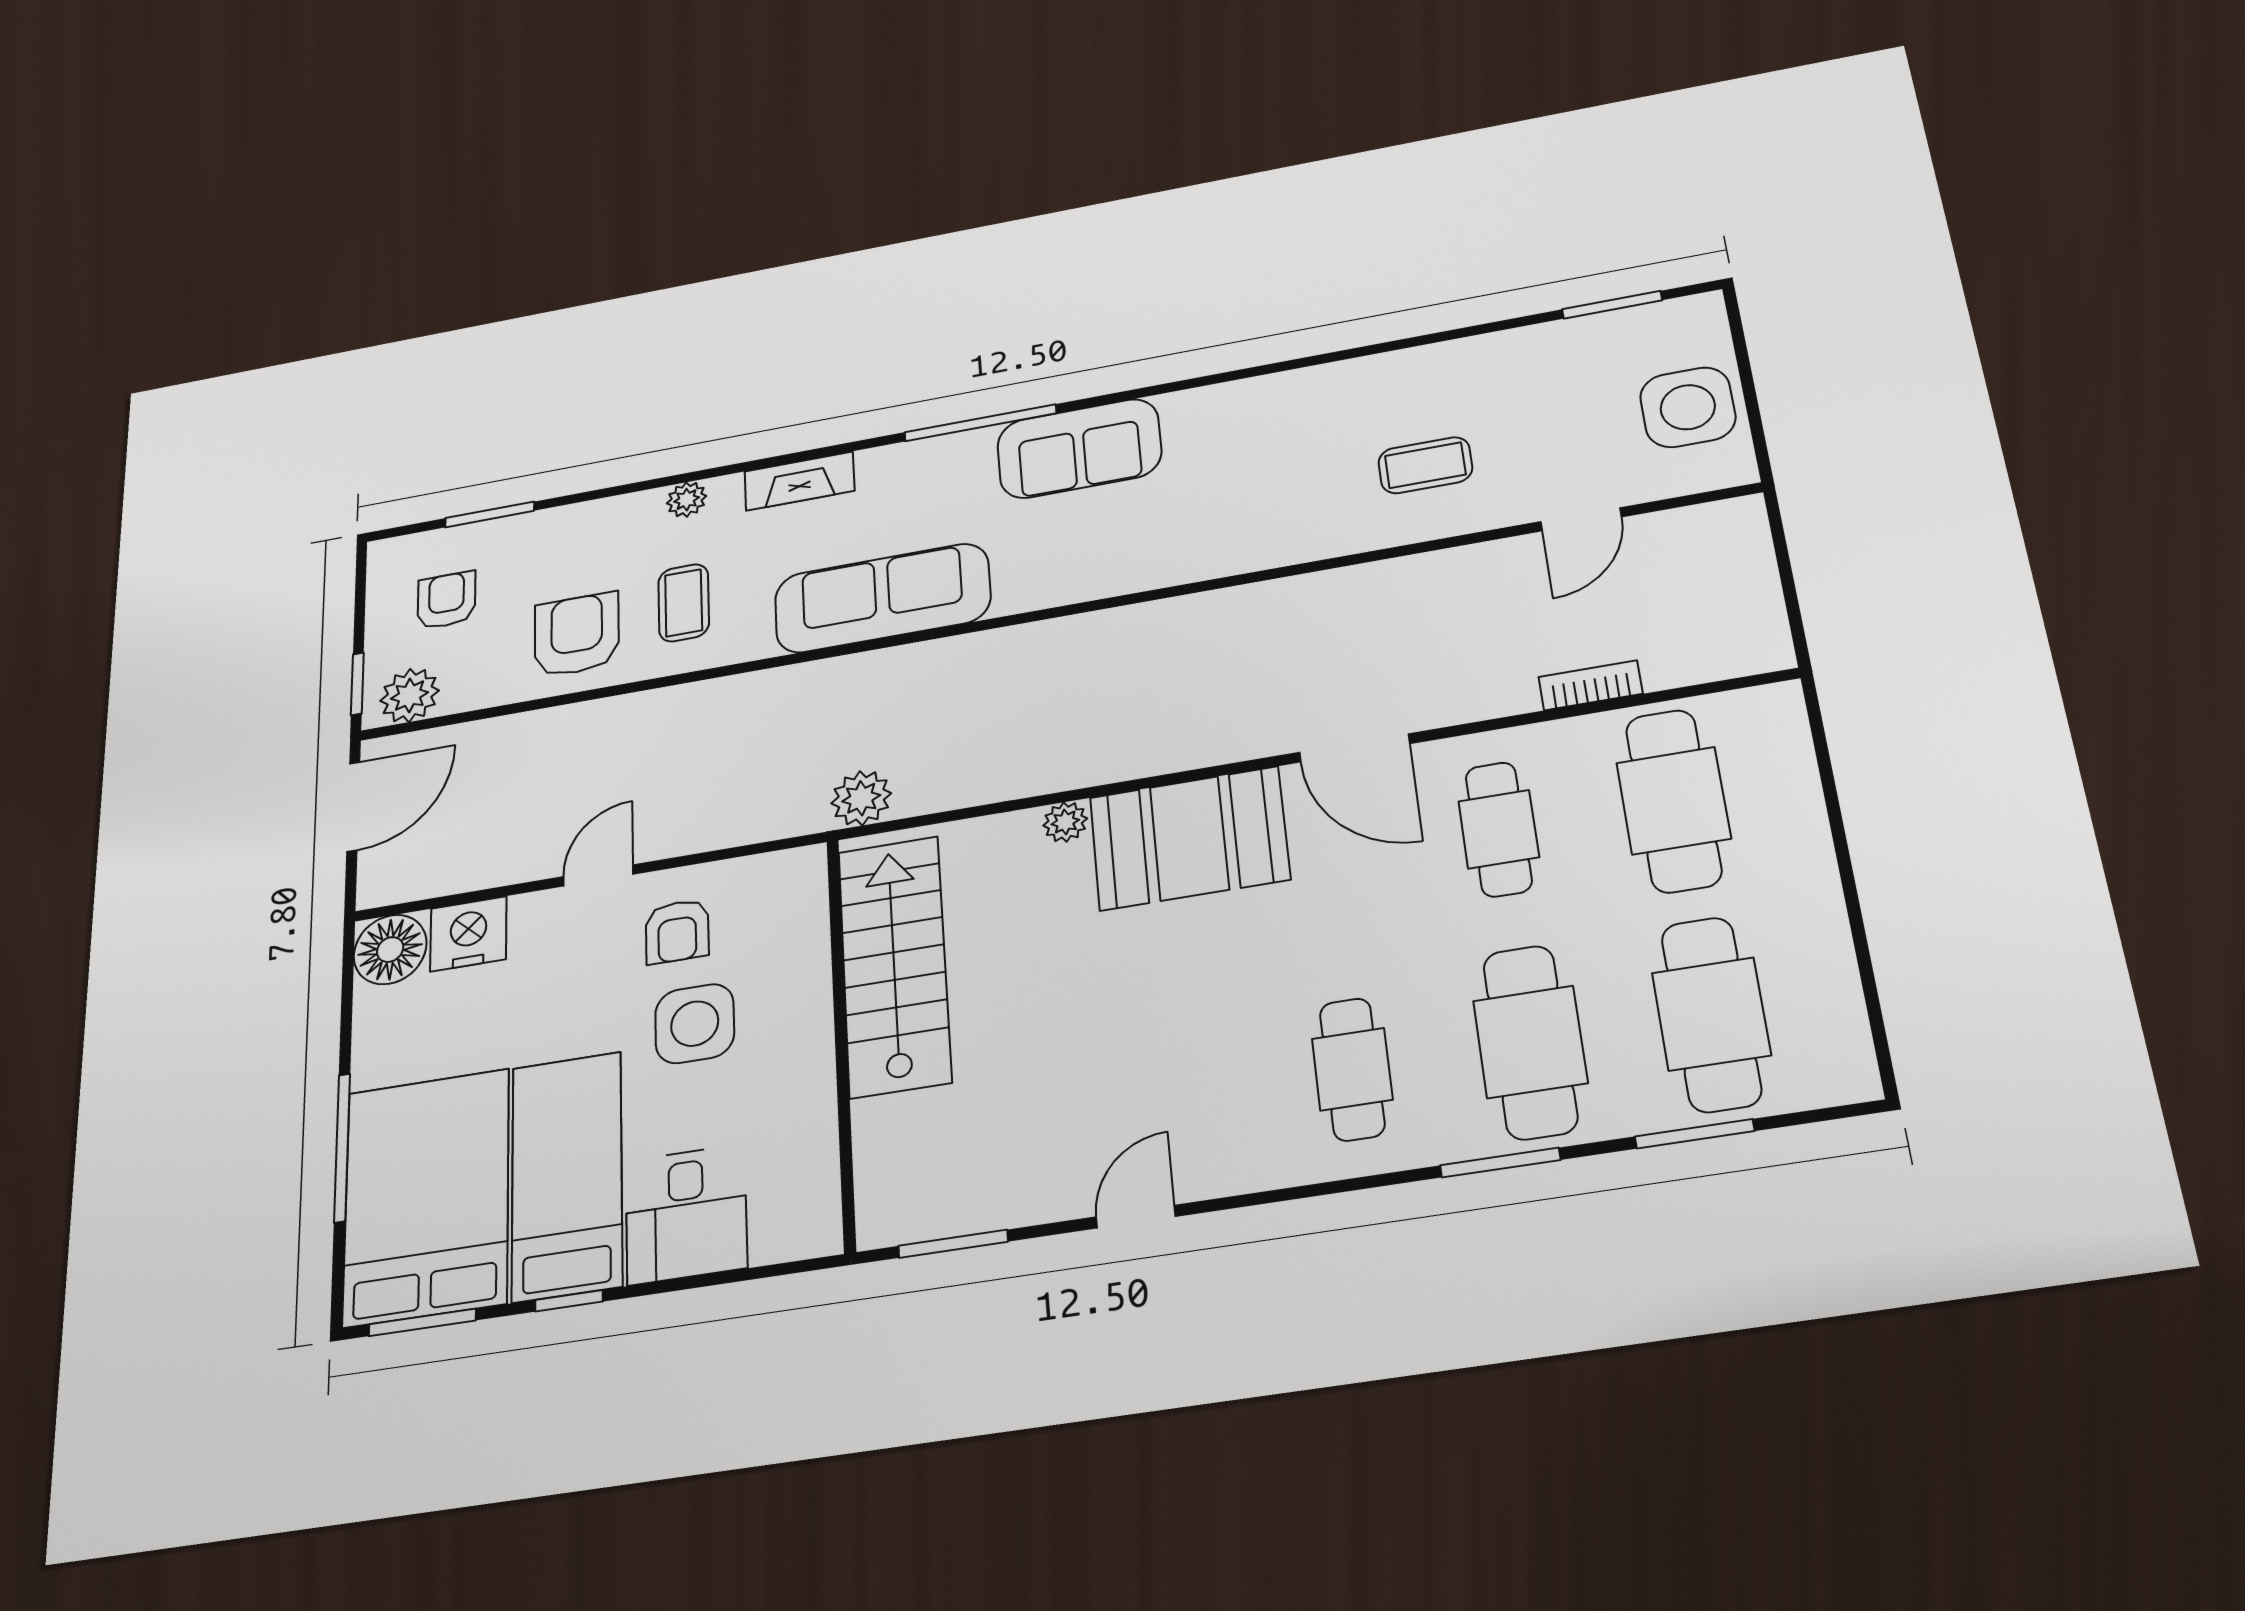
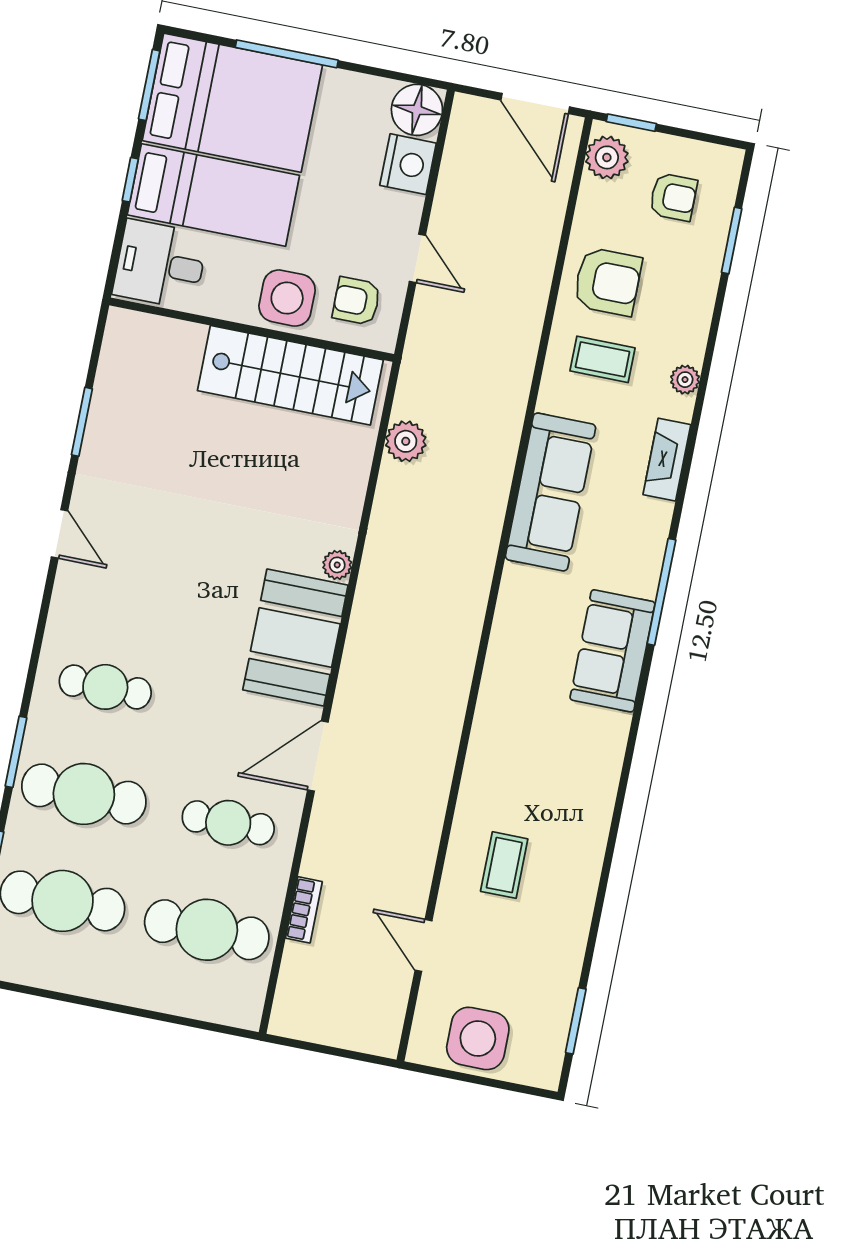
stairs: (894, 966) -> (290, 375), moved
wall: (841, 1041) -> (252, 330), moved

